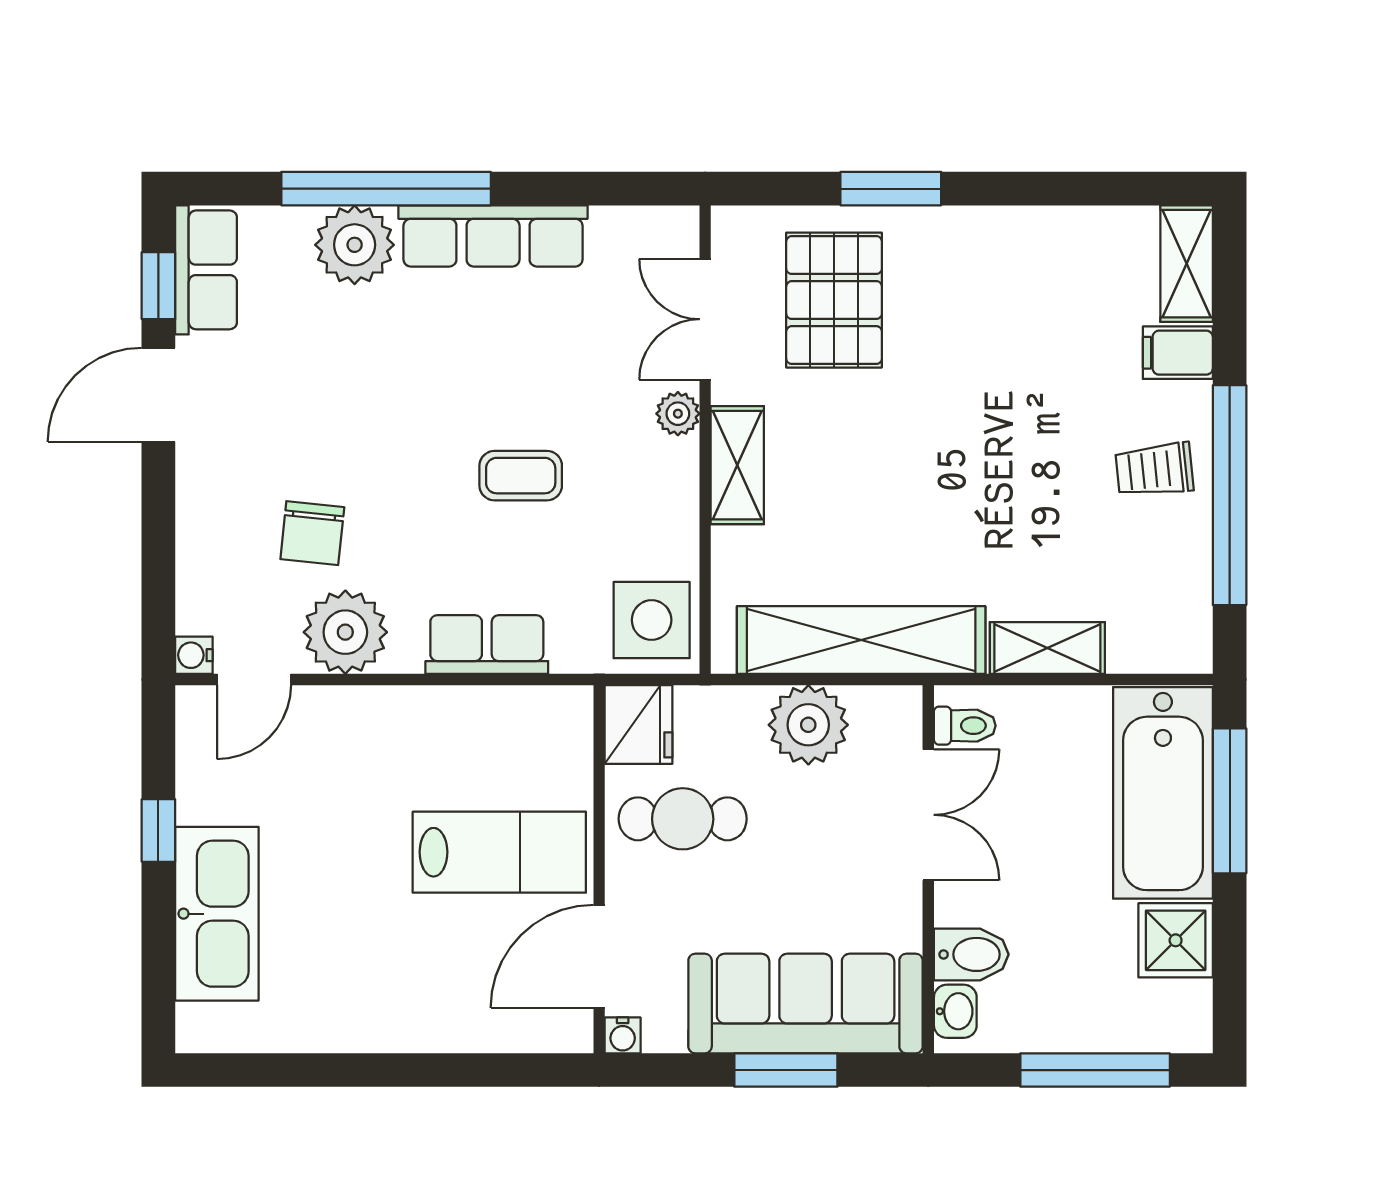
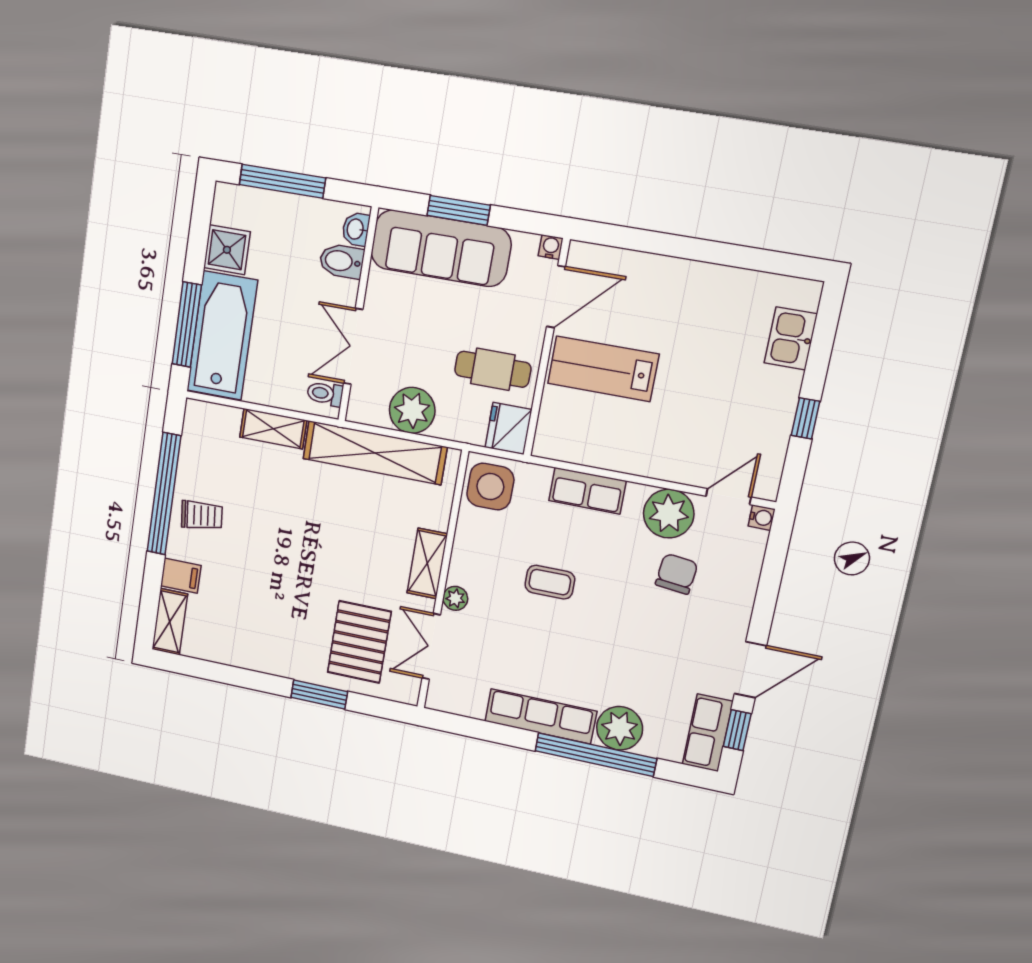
double door: (705, 319) -> (431, 646), swing flipped
kitchen sink: (217, 914) -> (791, 338), width x0.53, depth x0.81

